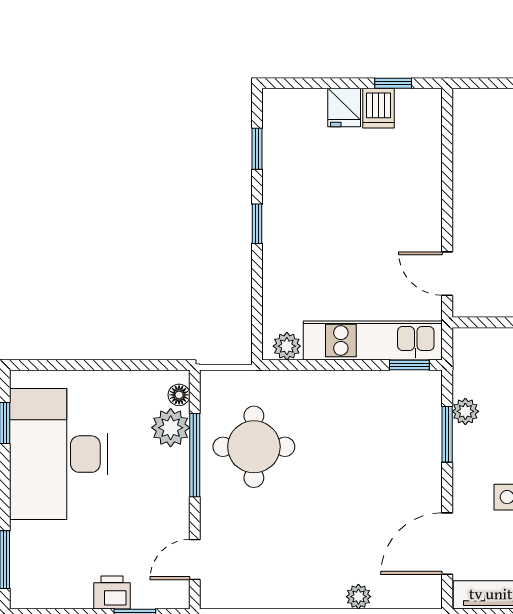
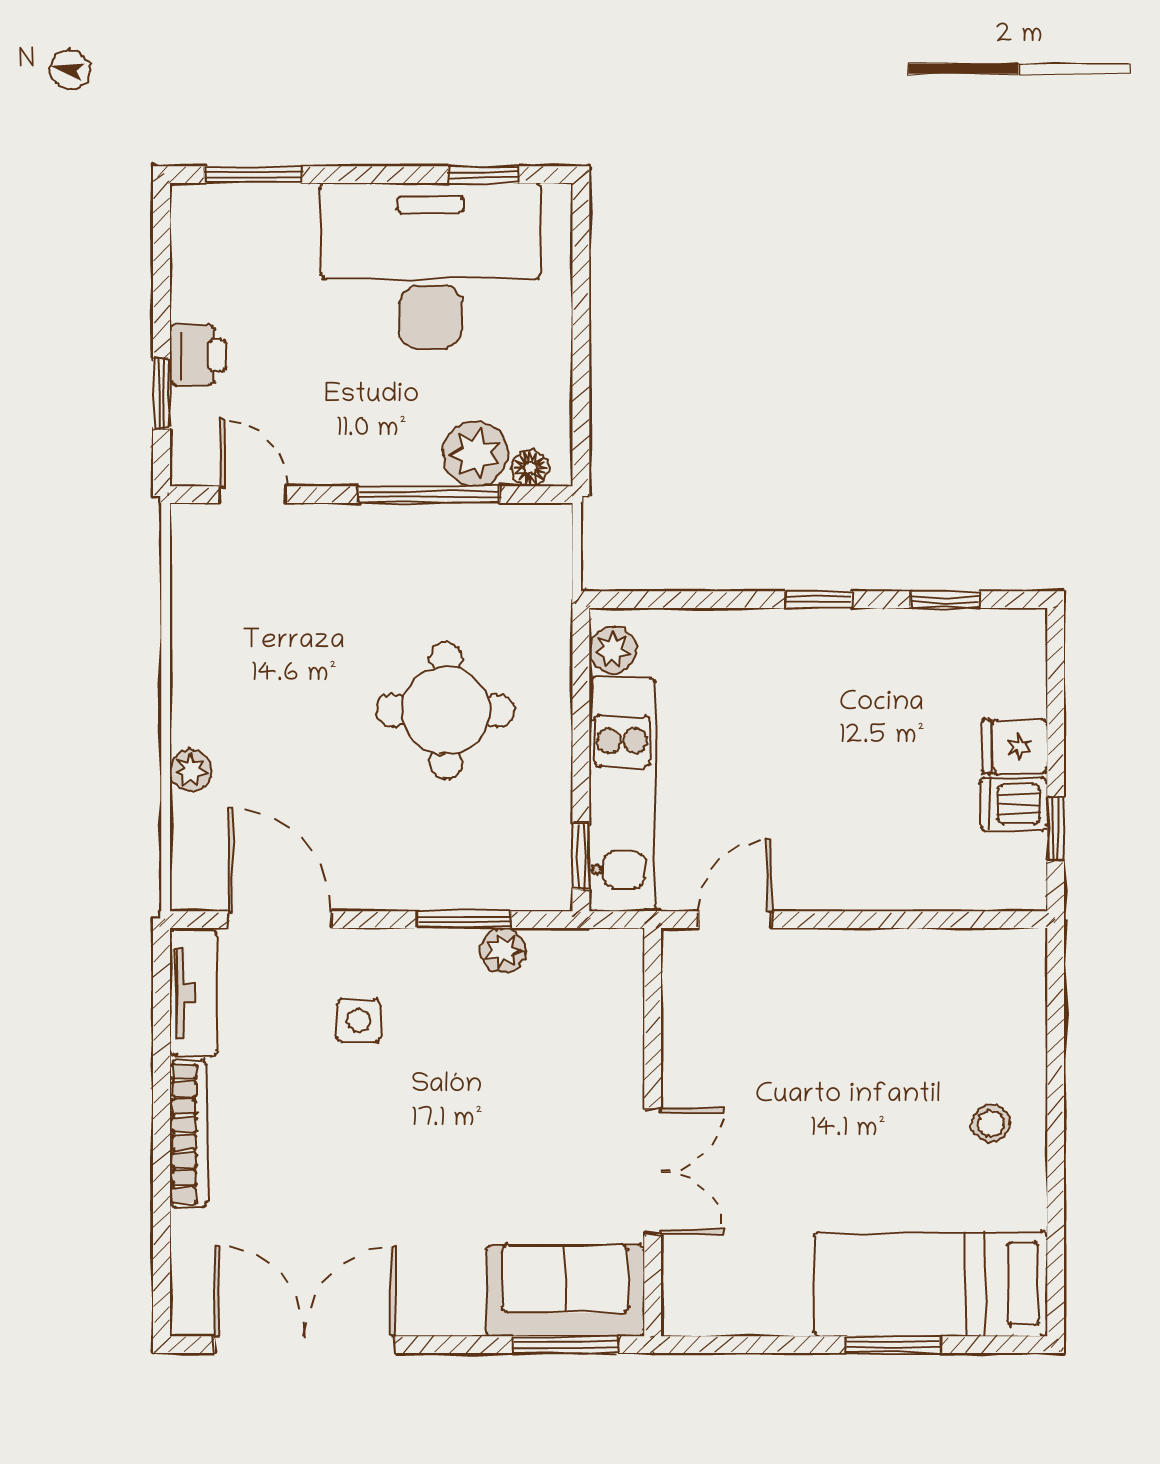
round table: (254, 447) -> (446, 711), moved

